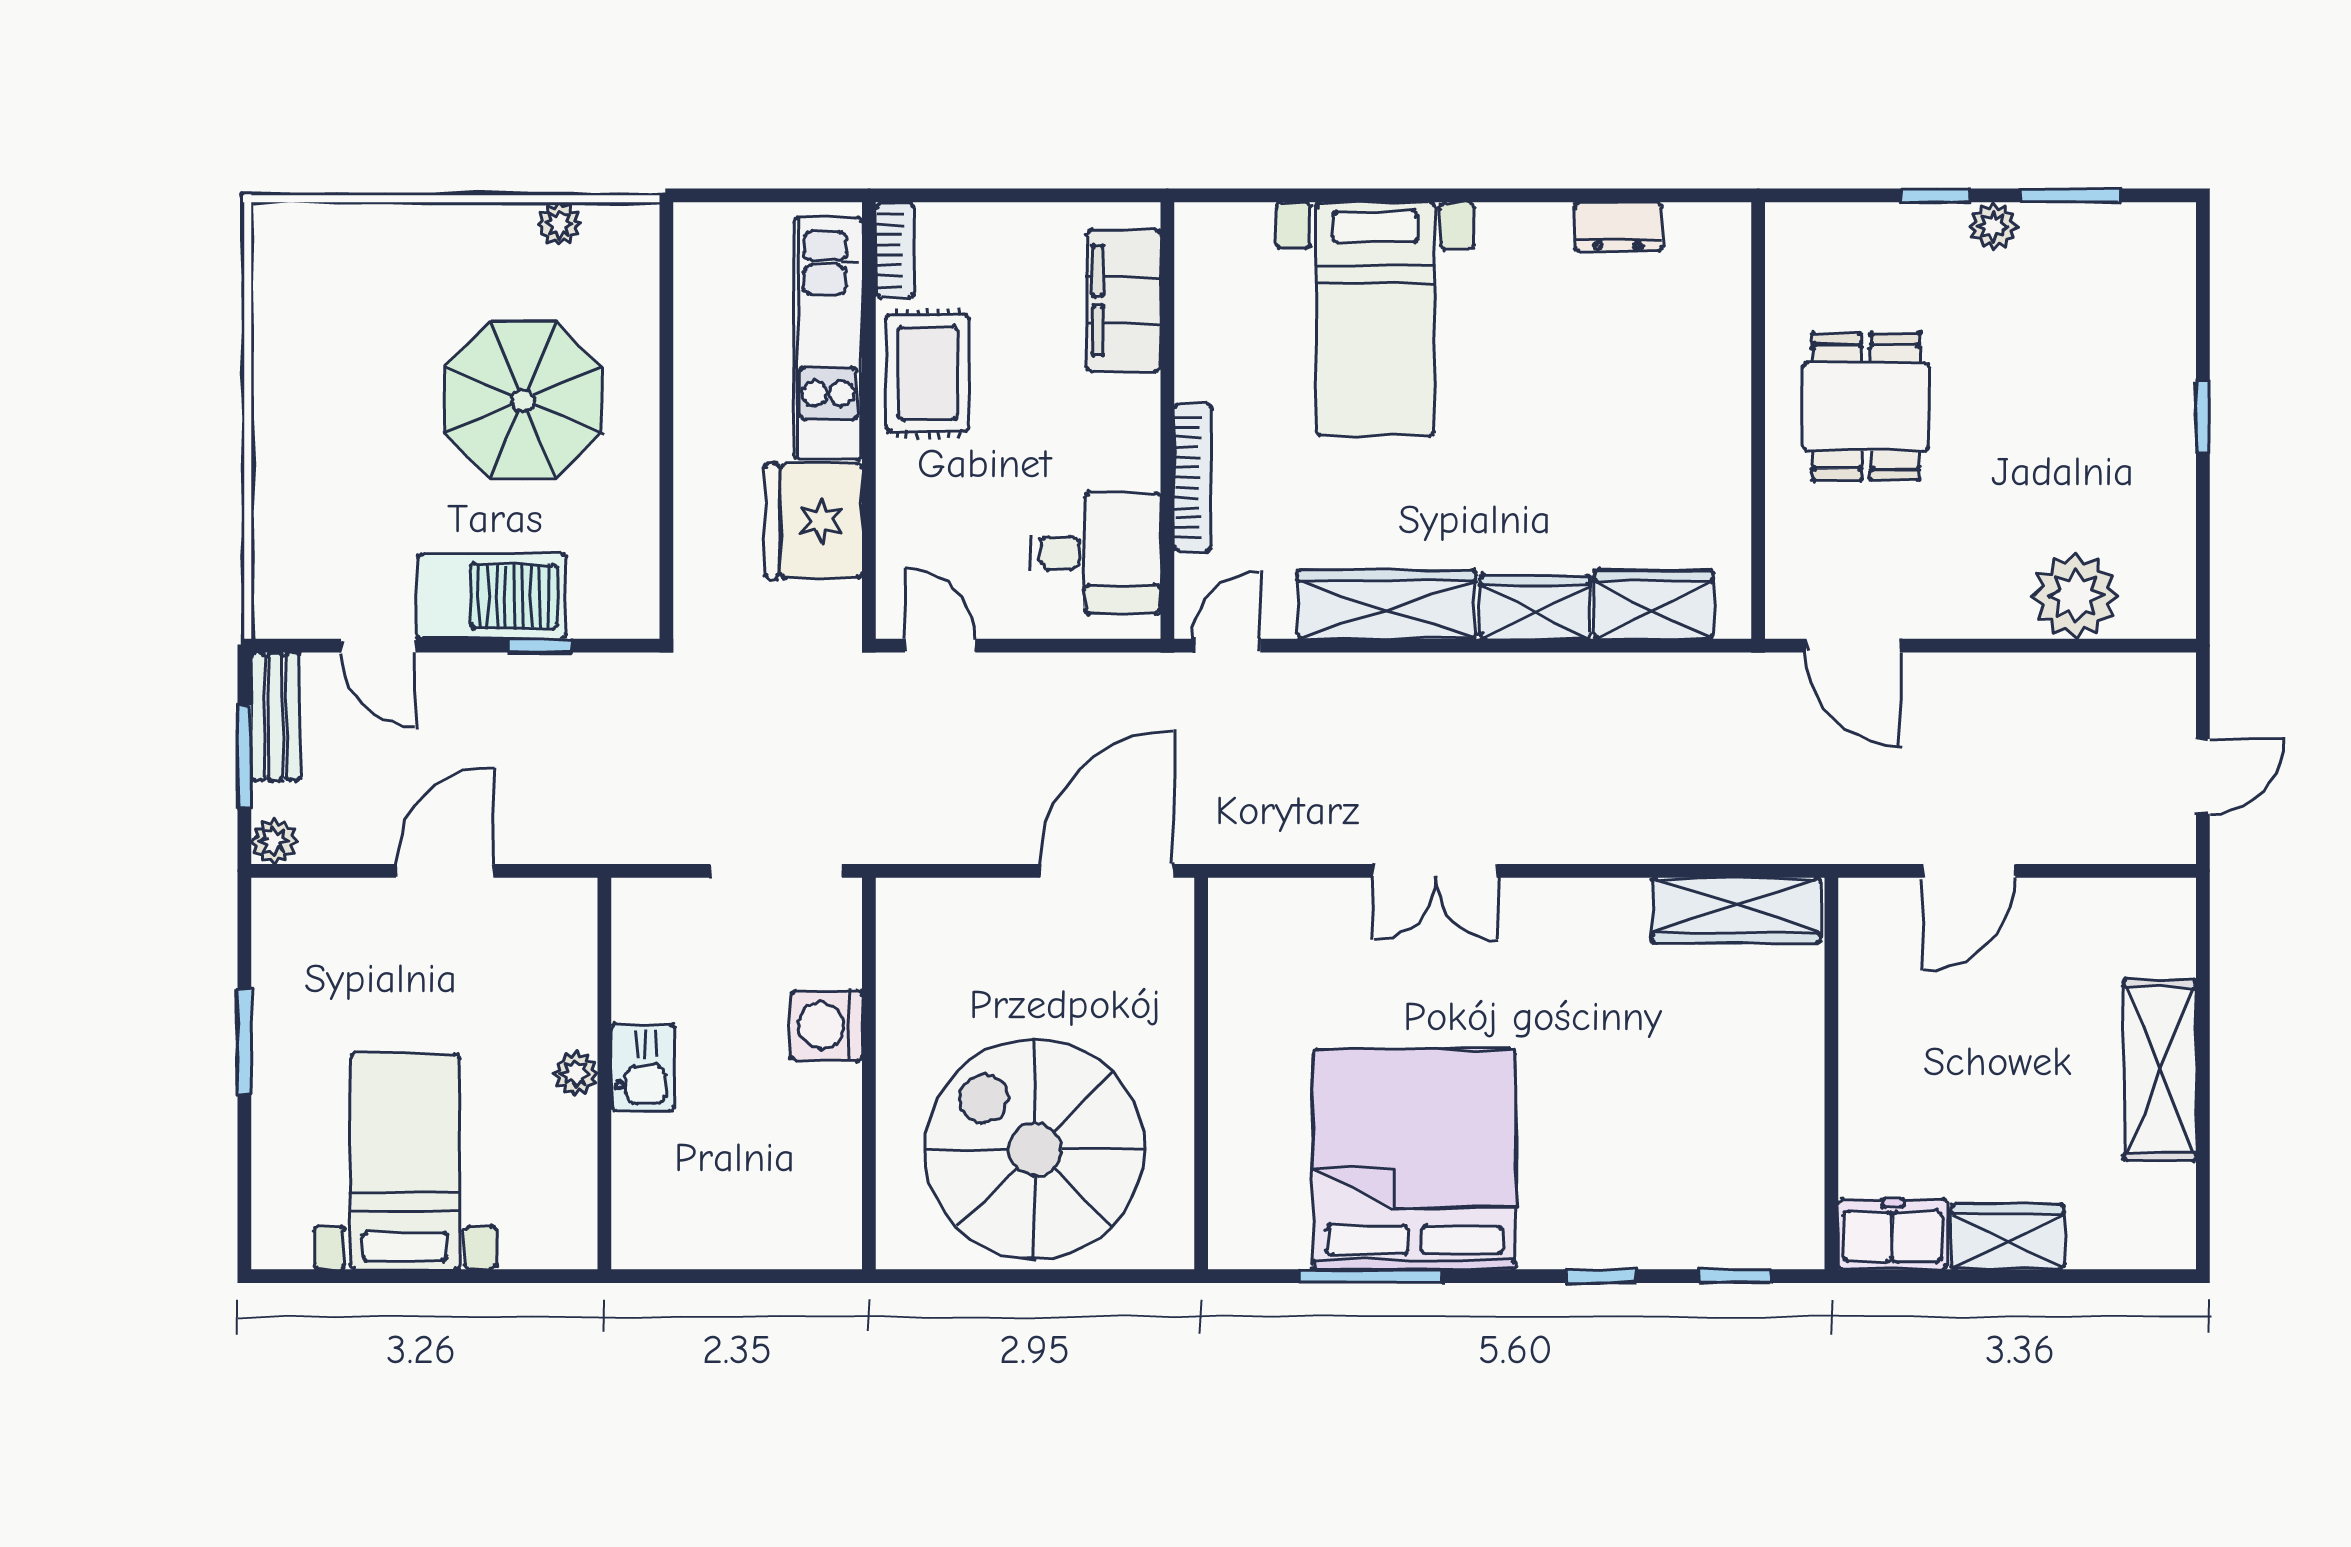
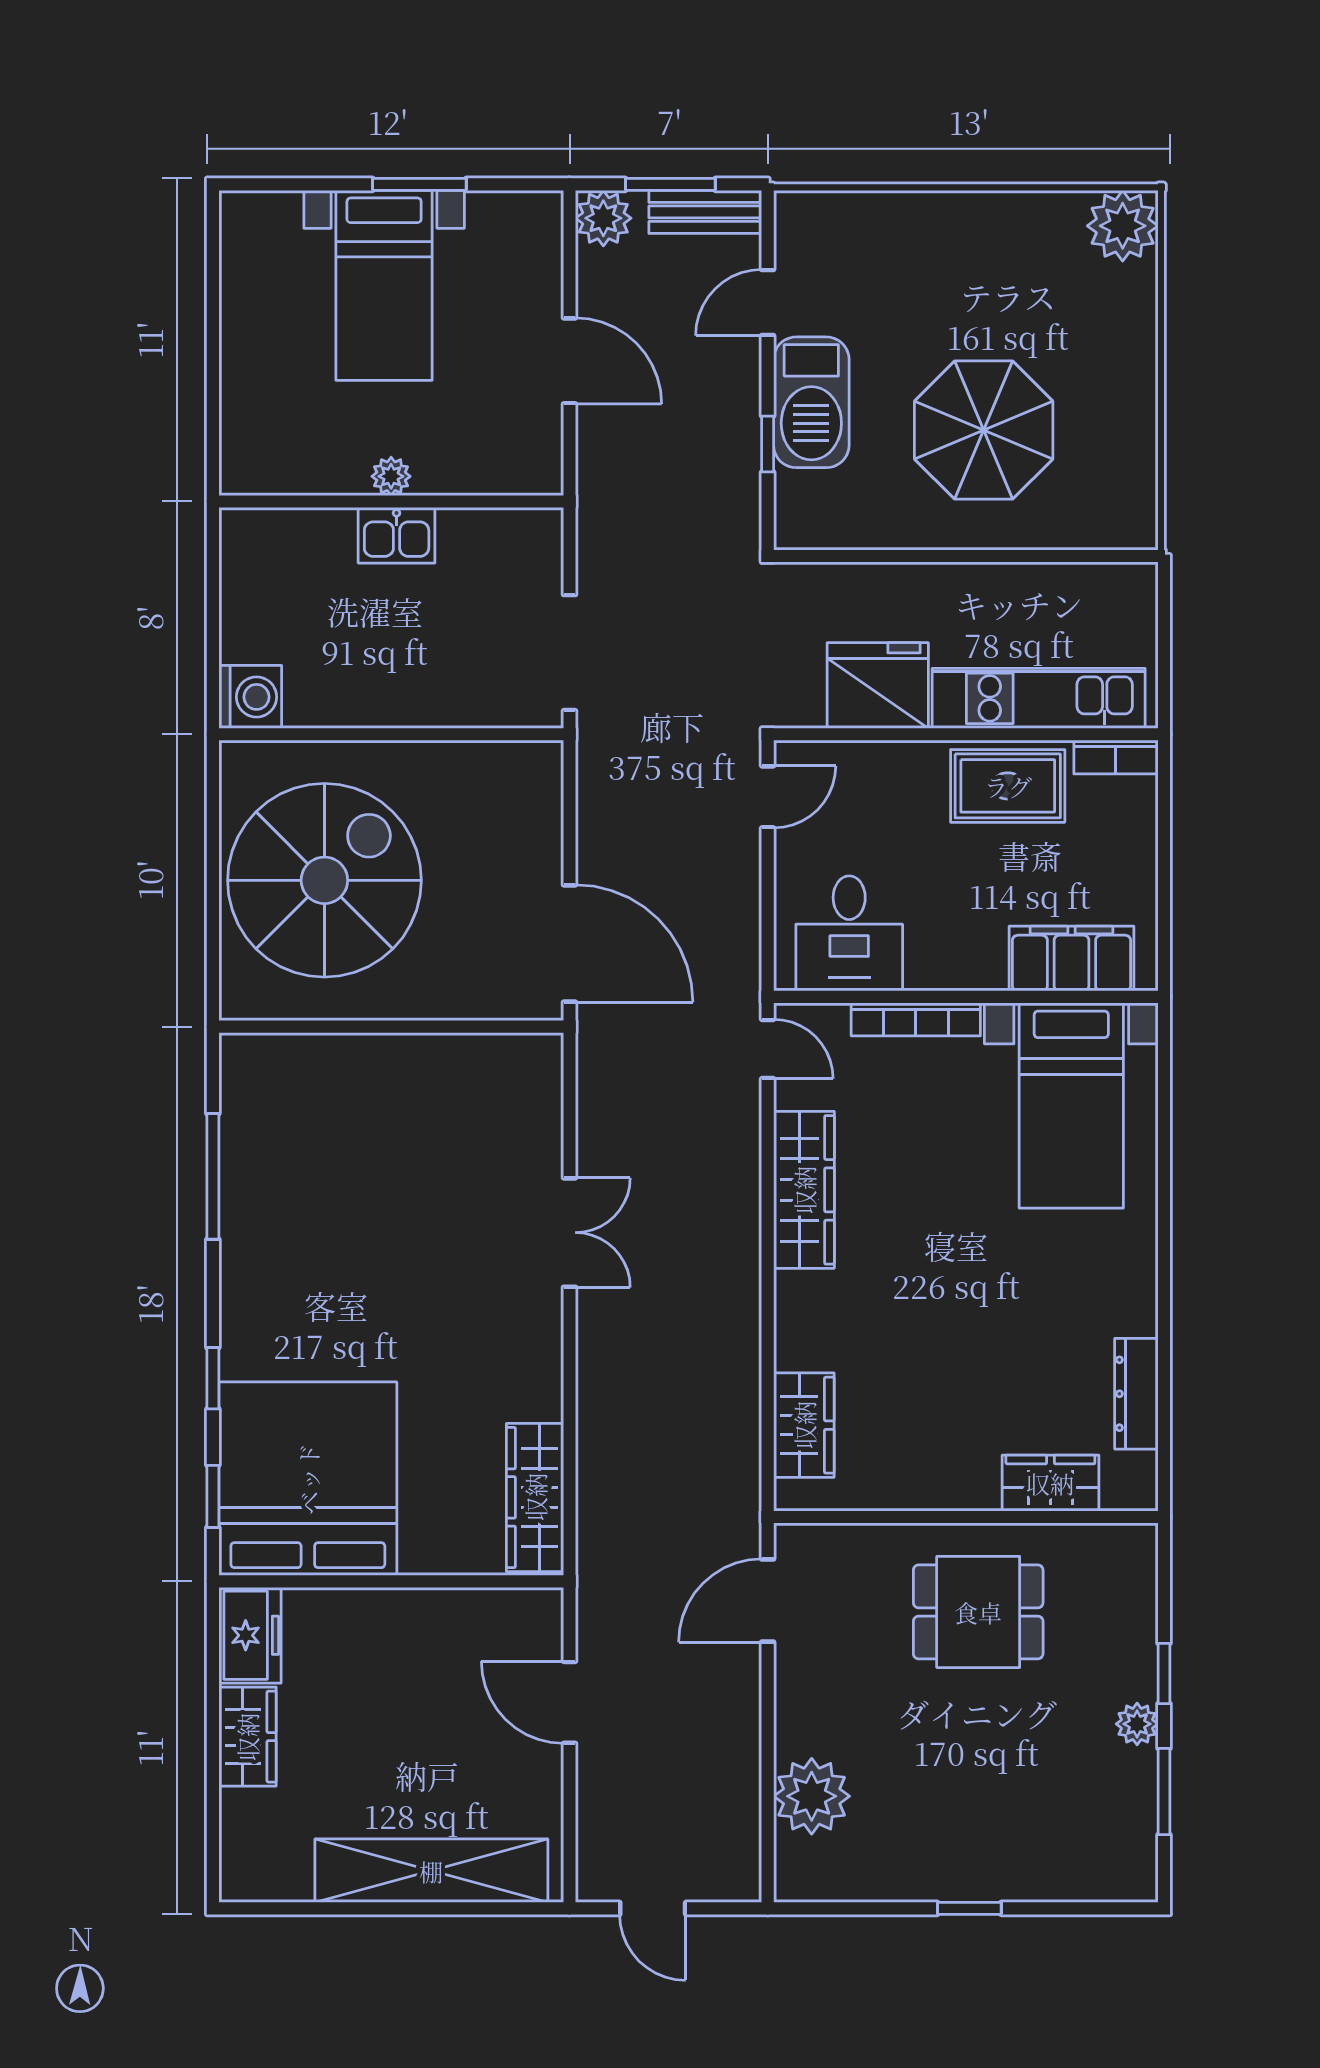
plant: (559, 224) -> (1123, 226), moved, width x1.88, depth x1.88
dresser: (1618, 227) -> (1136, 1394), width x1.44
bed with nightstands: (1375, 319) -> (1071, 1106), moved, turned -90
wardrobe: (1535, 607) -> (1050, 1483), moved, turned -90
plant: (274, 841) -> (603, 218), width x1.38, depth x1.38
double door: (1435, 871) -> (570, 1233), swing flipped
washing machine: (827, 1026) -> (250, 697), moved, turned 90
shelving: (2160, 1070) -> (431, 1871), width x1.47
bed: (1415, 1159) -> (308, 1479), moved, turned -90
bed with nightstands: (405, 1161) -> (384, 285), moved, turned 90

